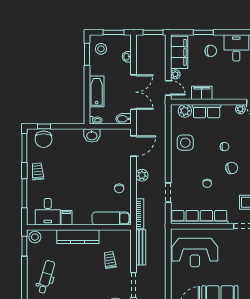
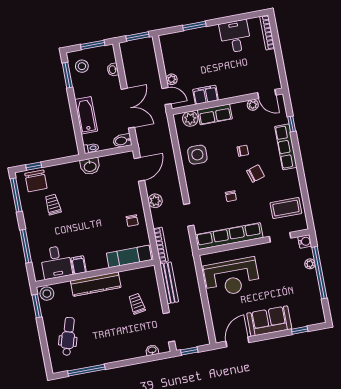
chair: (211, 51) -> (207, 45), removed
filing cabinet: (179, 52) -> (171, 54), removed
trolley: (38, 171) -> (53, 204), moved

